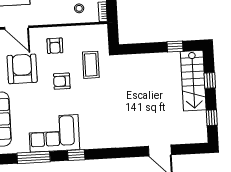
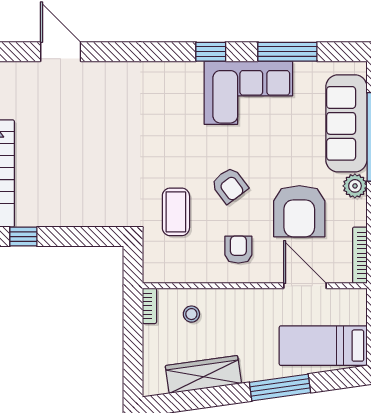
armchair: (62, 81) -> (229, 185), turned 53

